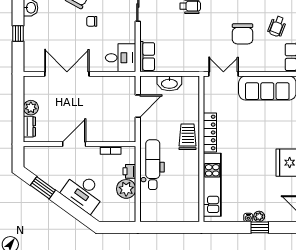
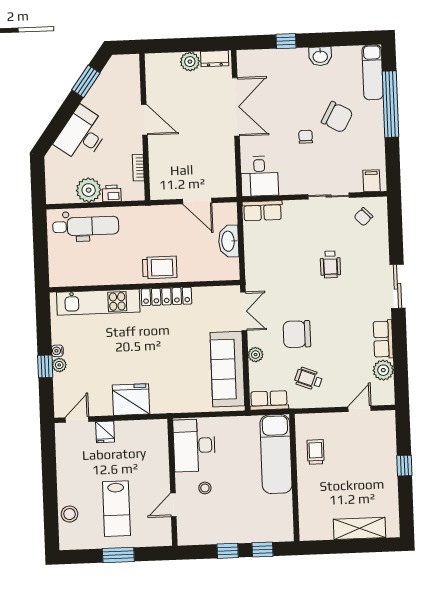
plant: (257, 66) -> (256, 355), added
dresser: (29, 127) -> (215, 59), moved
dental chair: (153, 165) -> (86, 226), moved

